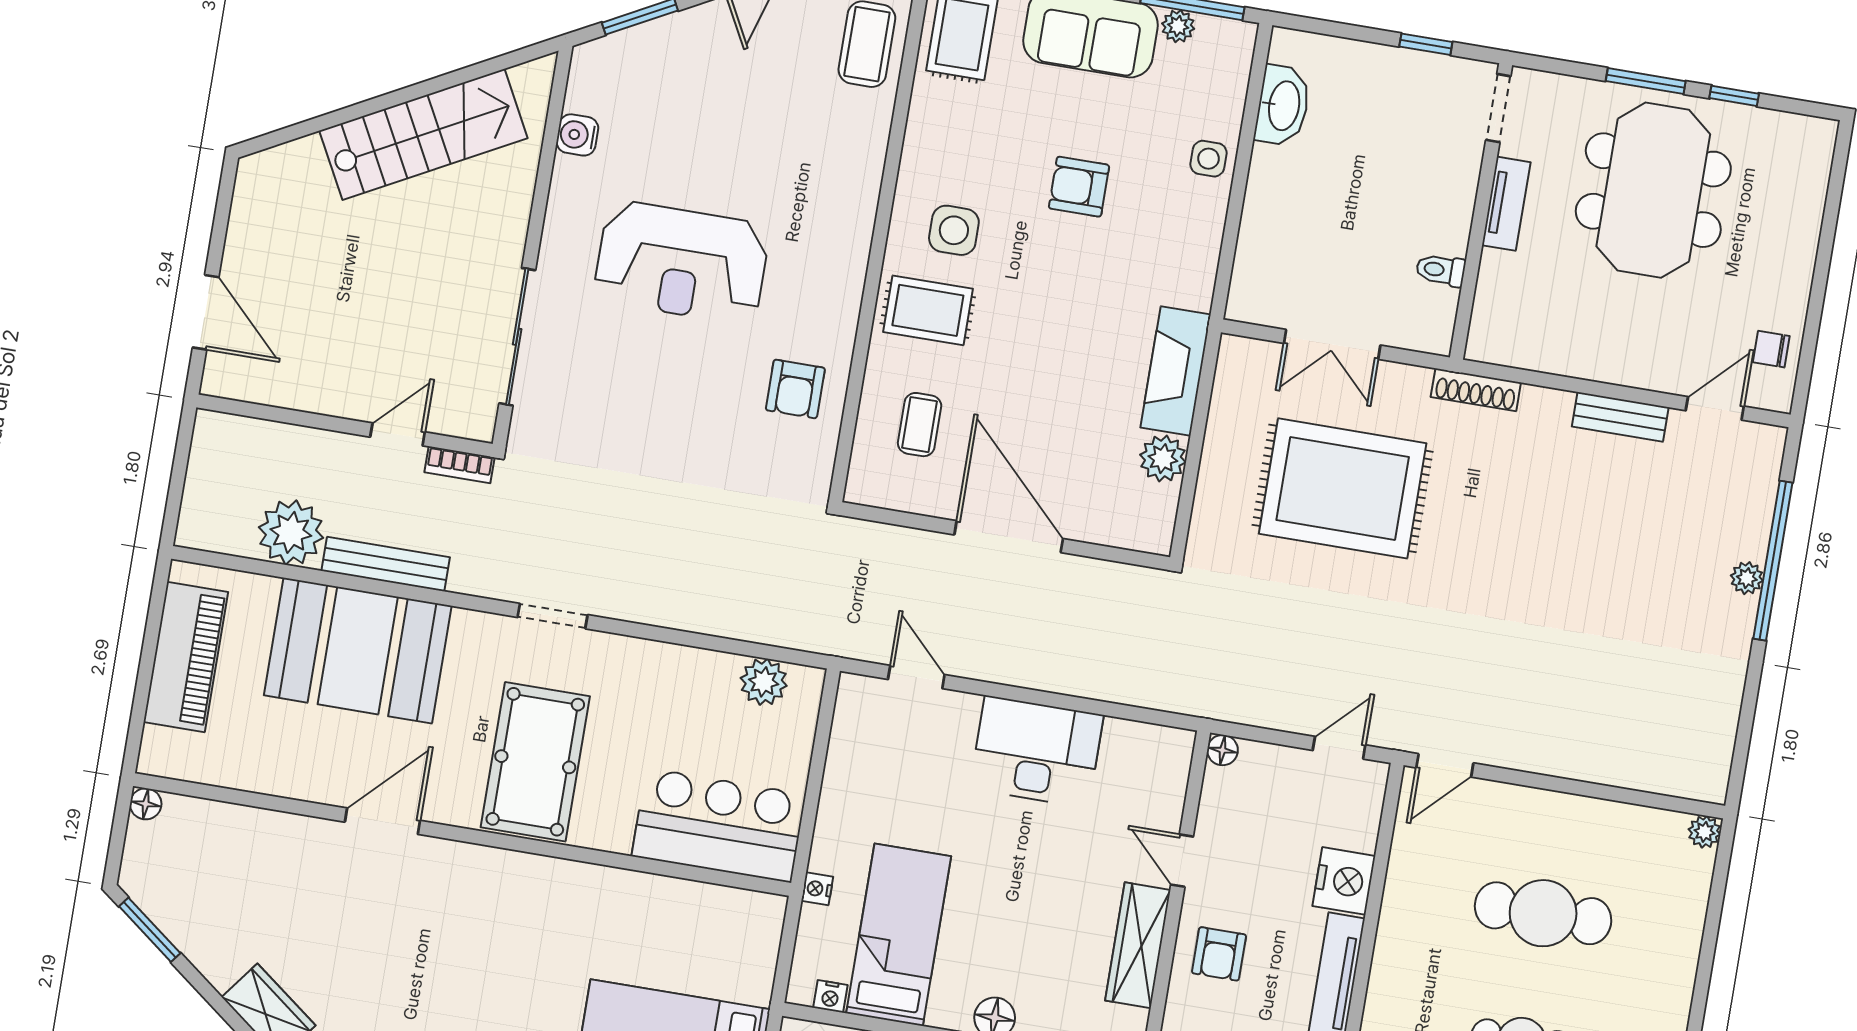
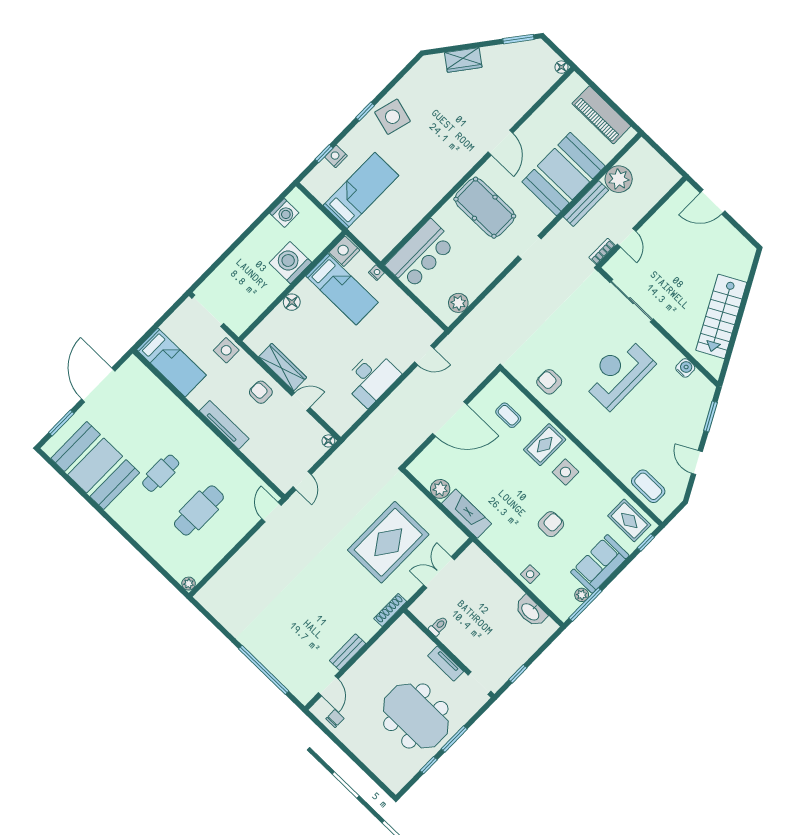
plant: (1747, 578) -> (264, 657), removed
nightstand: (1344, 881) -> (256, 451), removed
nightstand: (830, 996) -> (344, 251), width x1.89, depth x1.79

